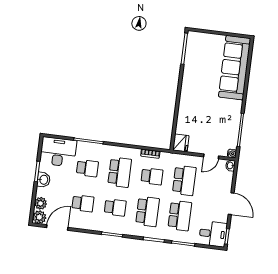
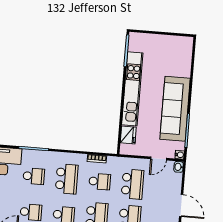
sofa: (235, 68) -> (175, 109), moved
kitchen unit: (188, 87) -> (132, 89), added
fridge: (181, 143) -> (128, 135), moved

